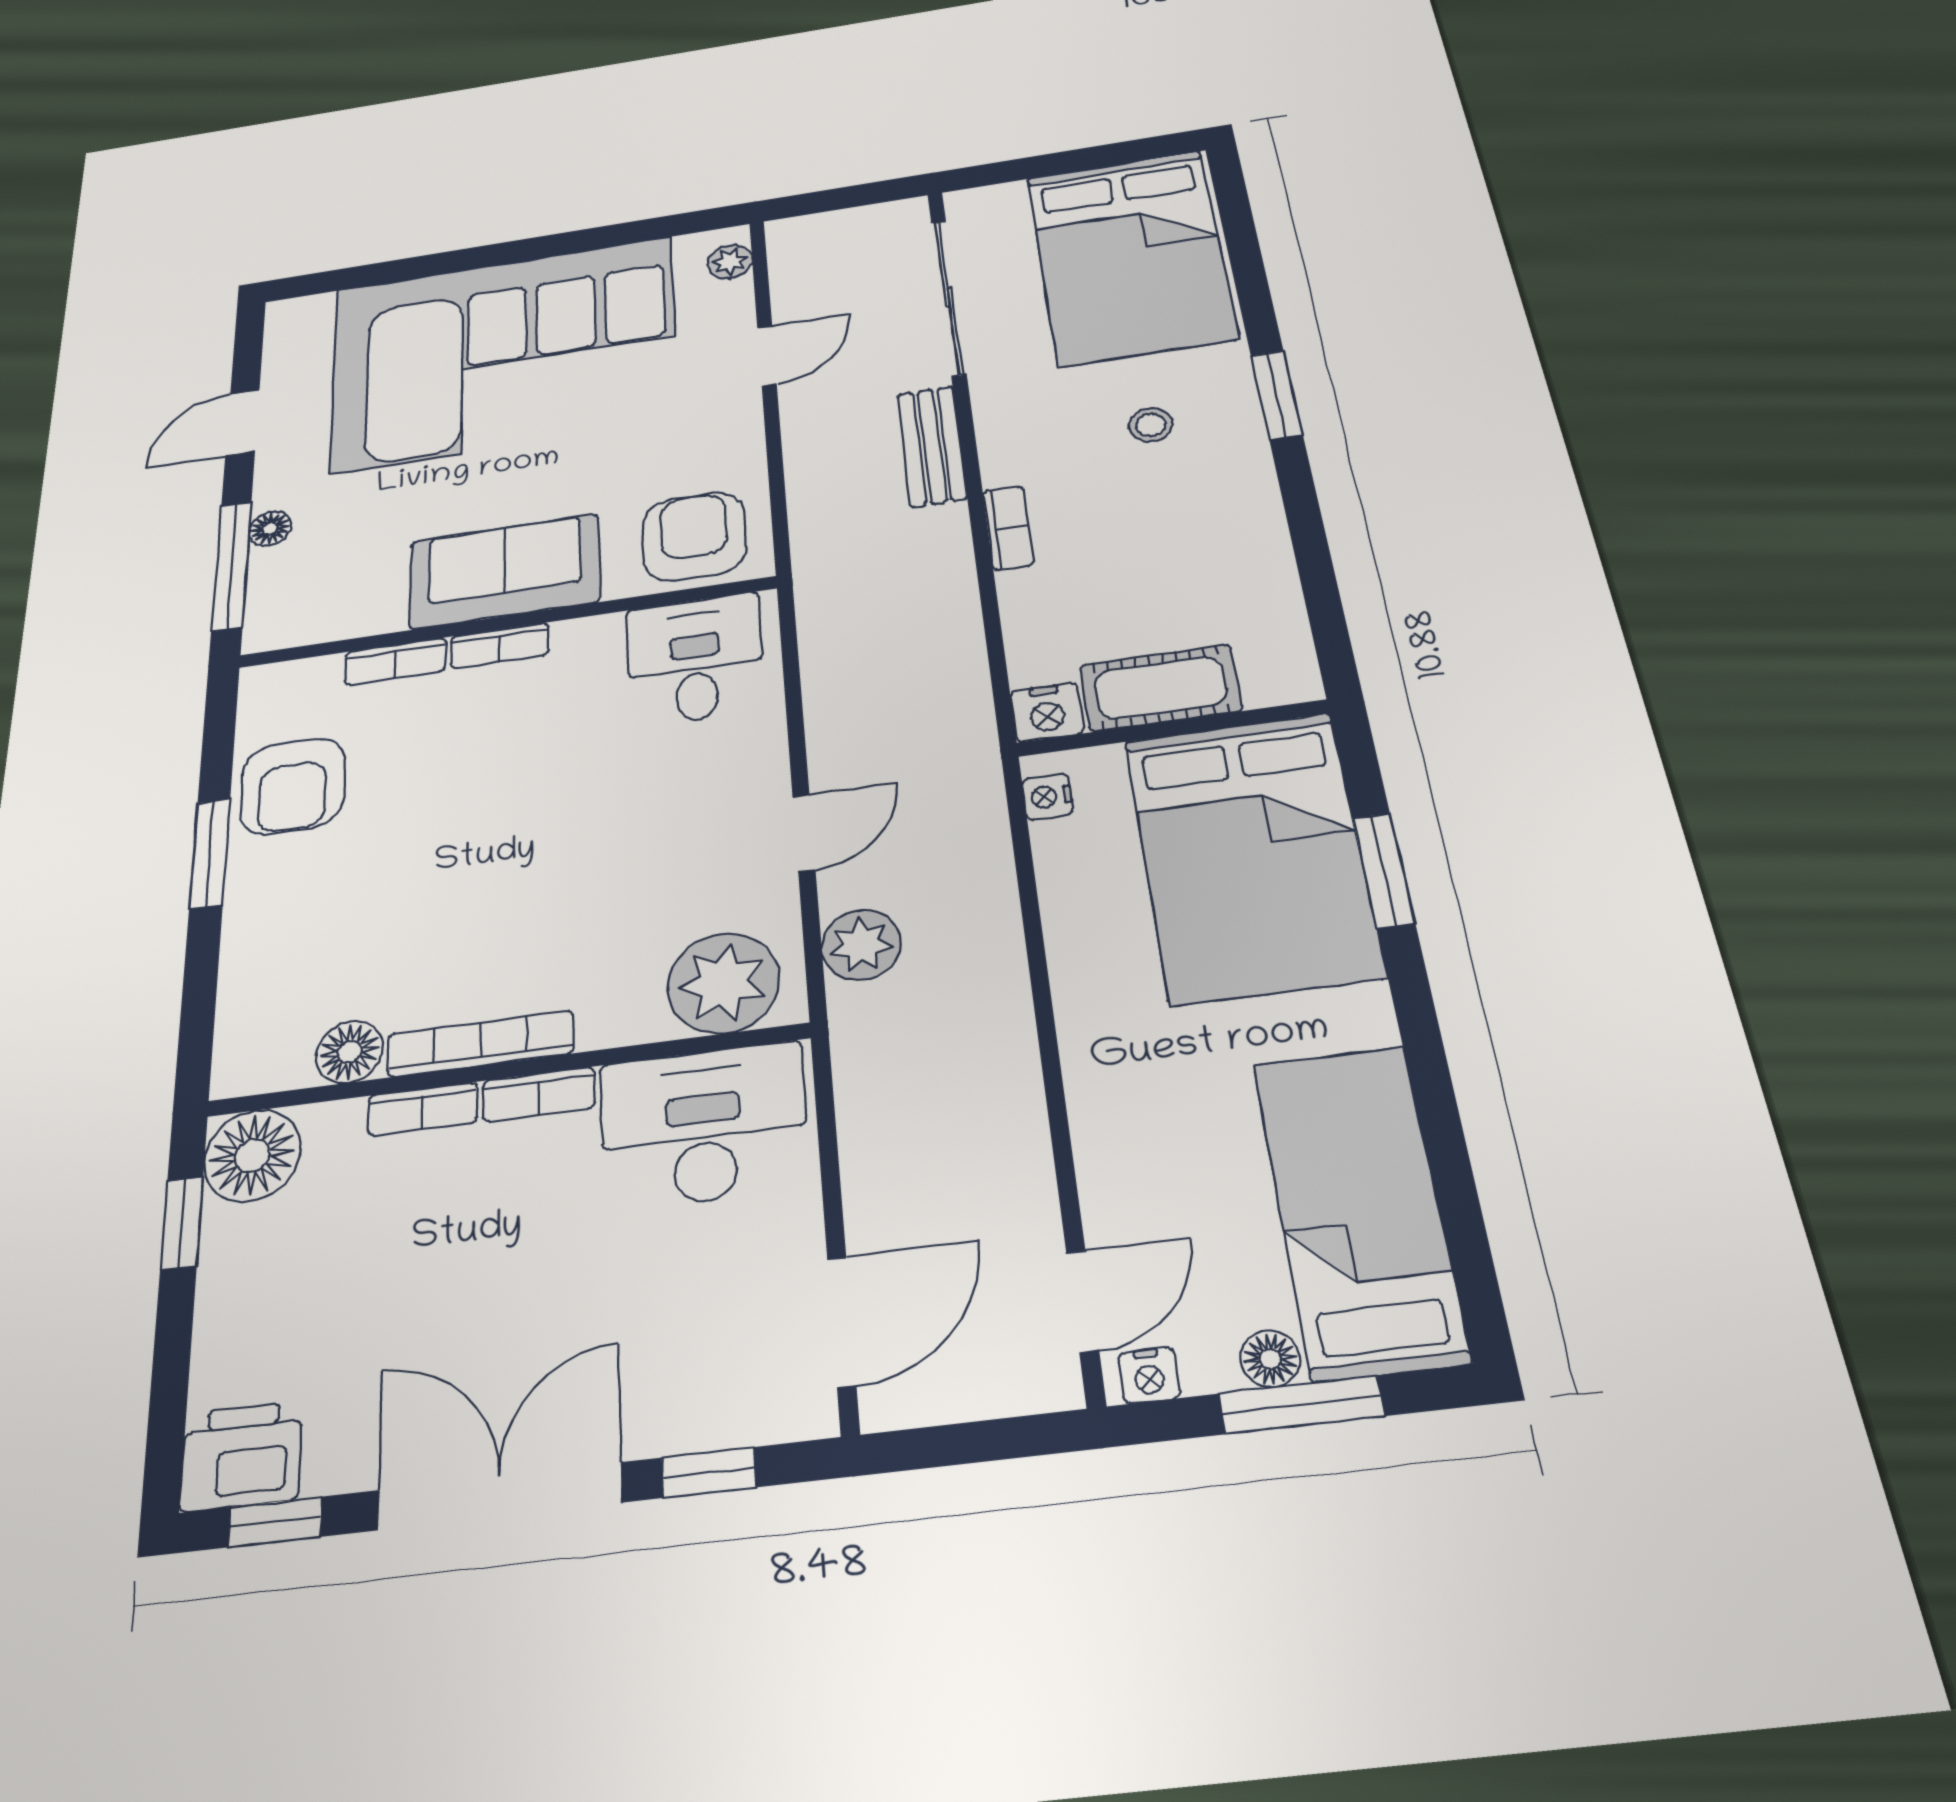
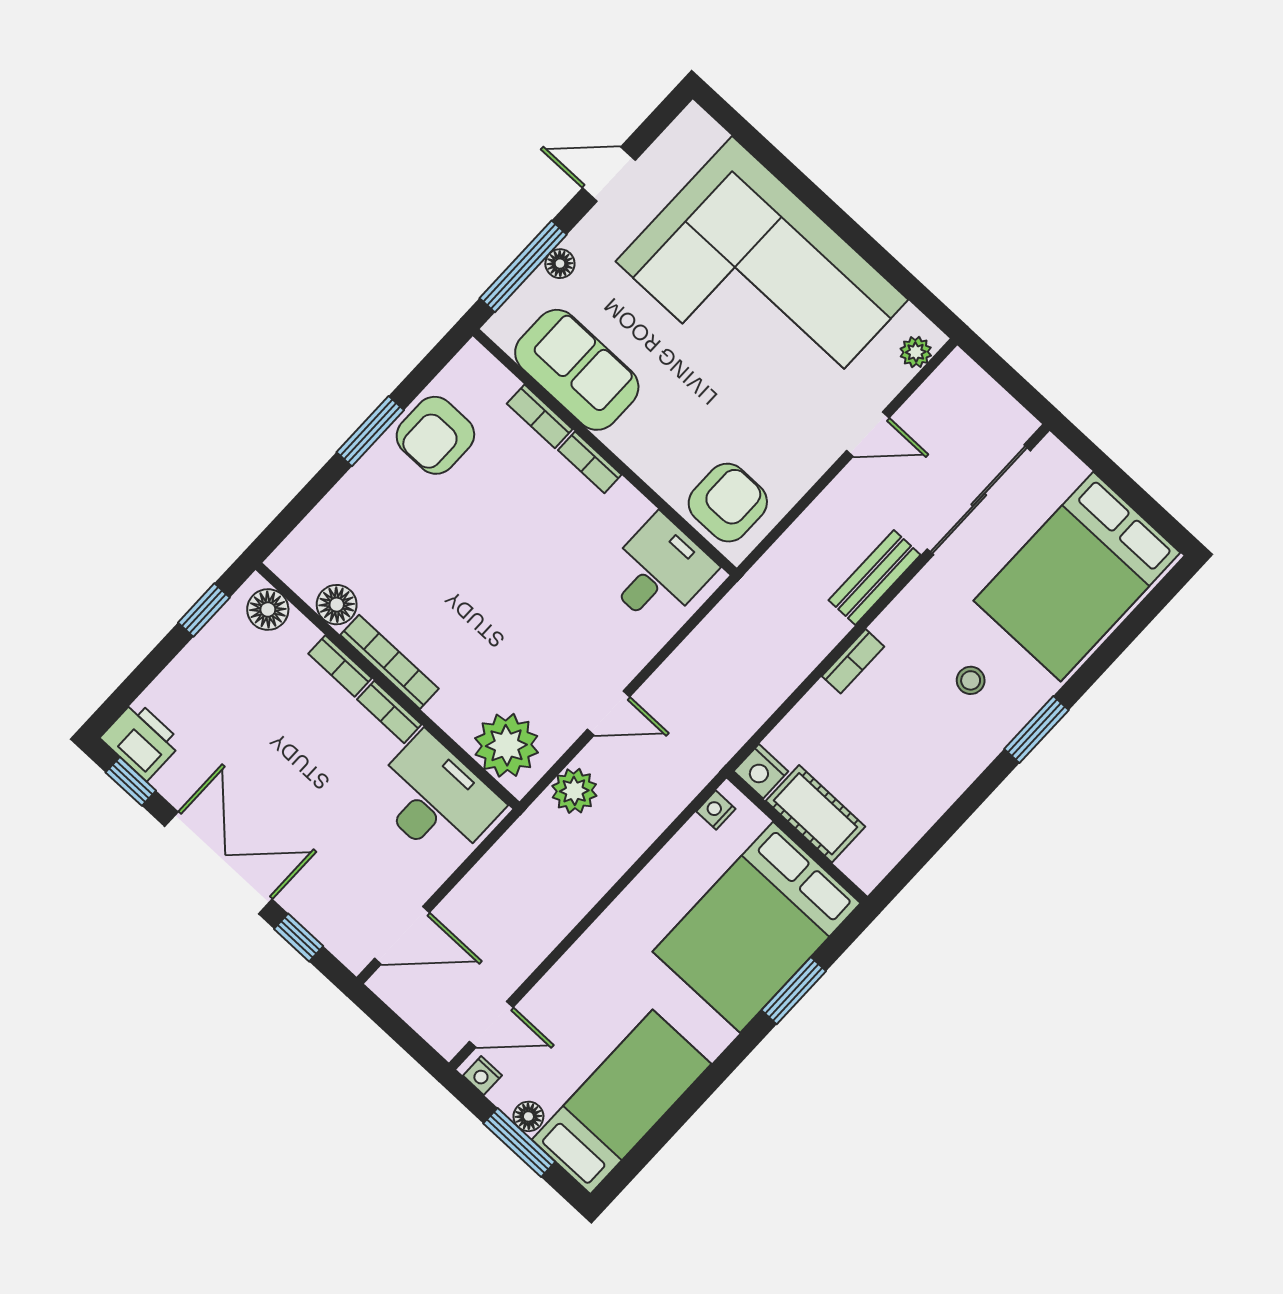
sofa: (505, 572) -> (577, 370), moved
floor lamp: (252, 1156) -> (268, 610), width x0.73, depth x0.73

